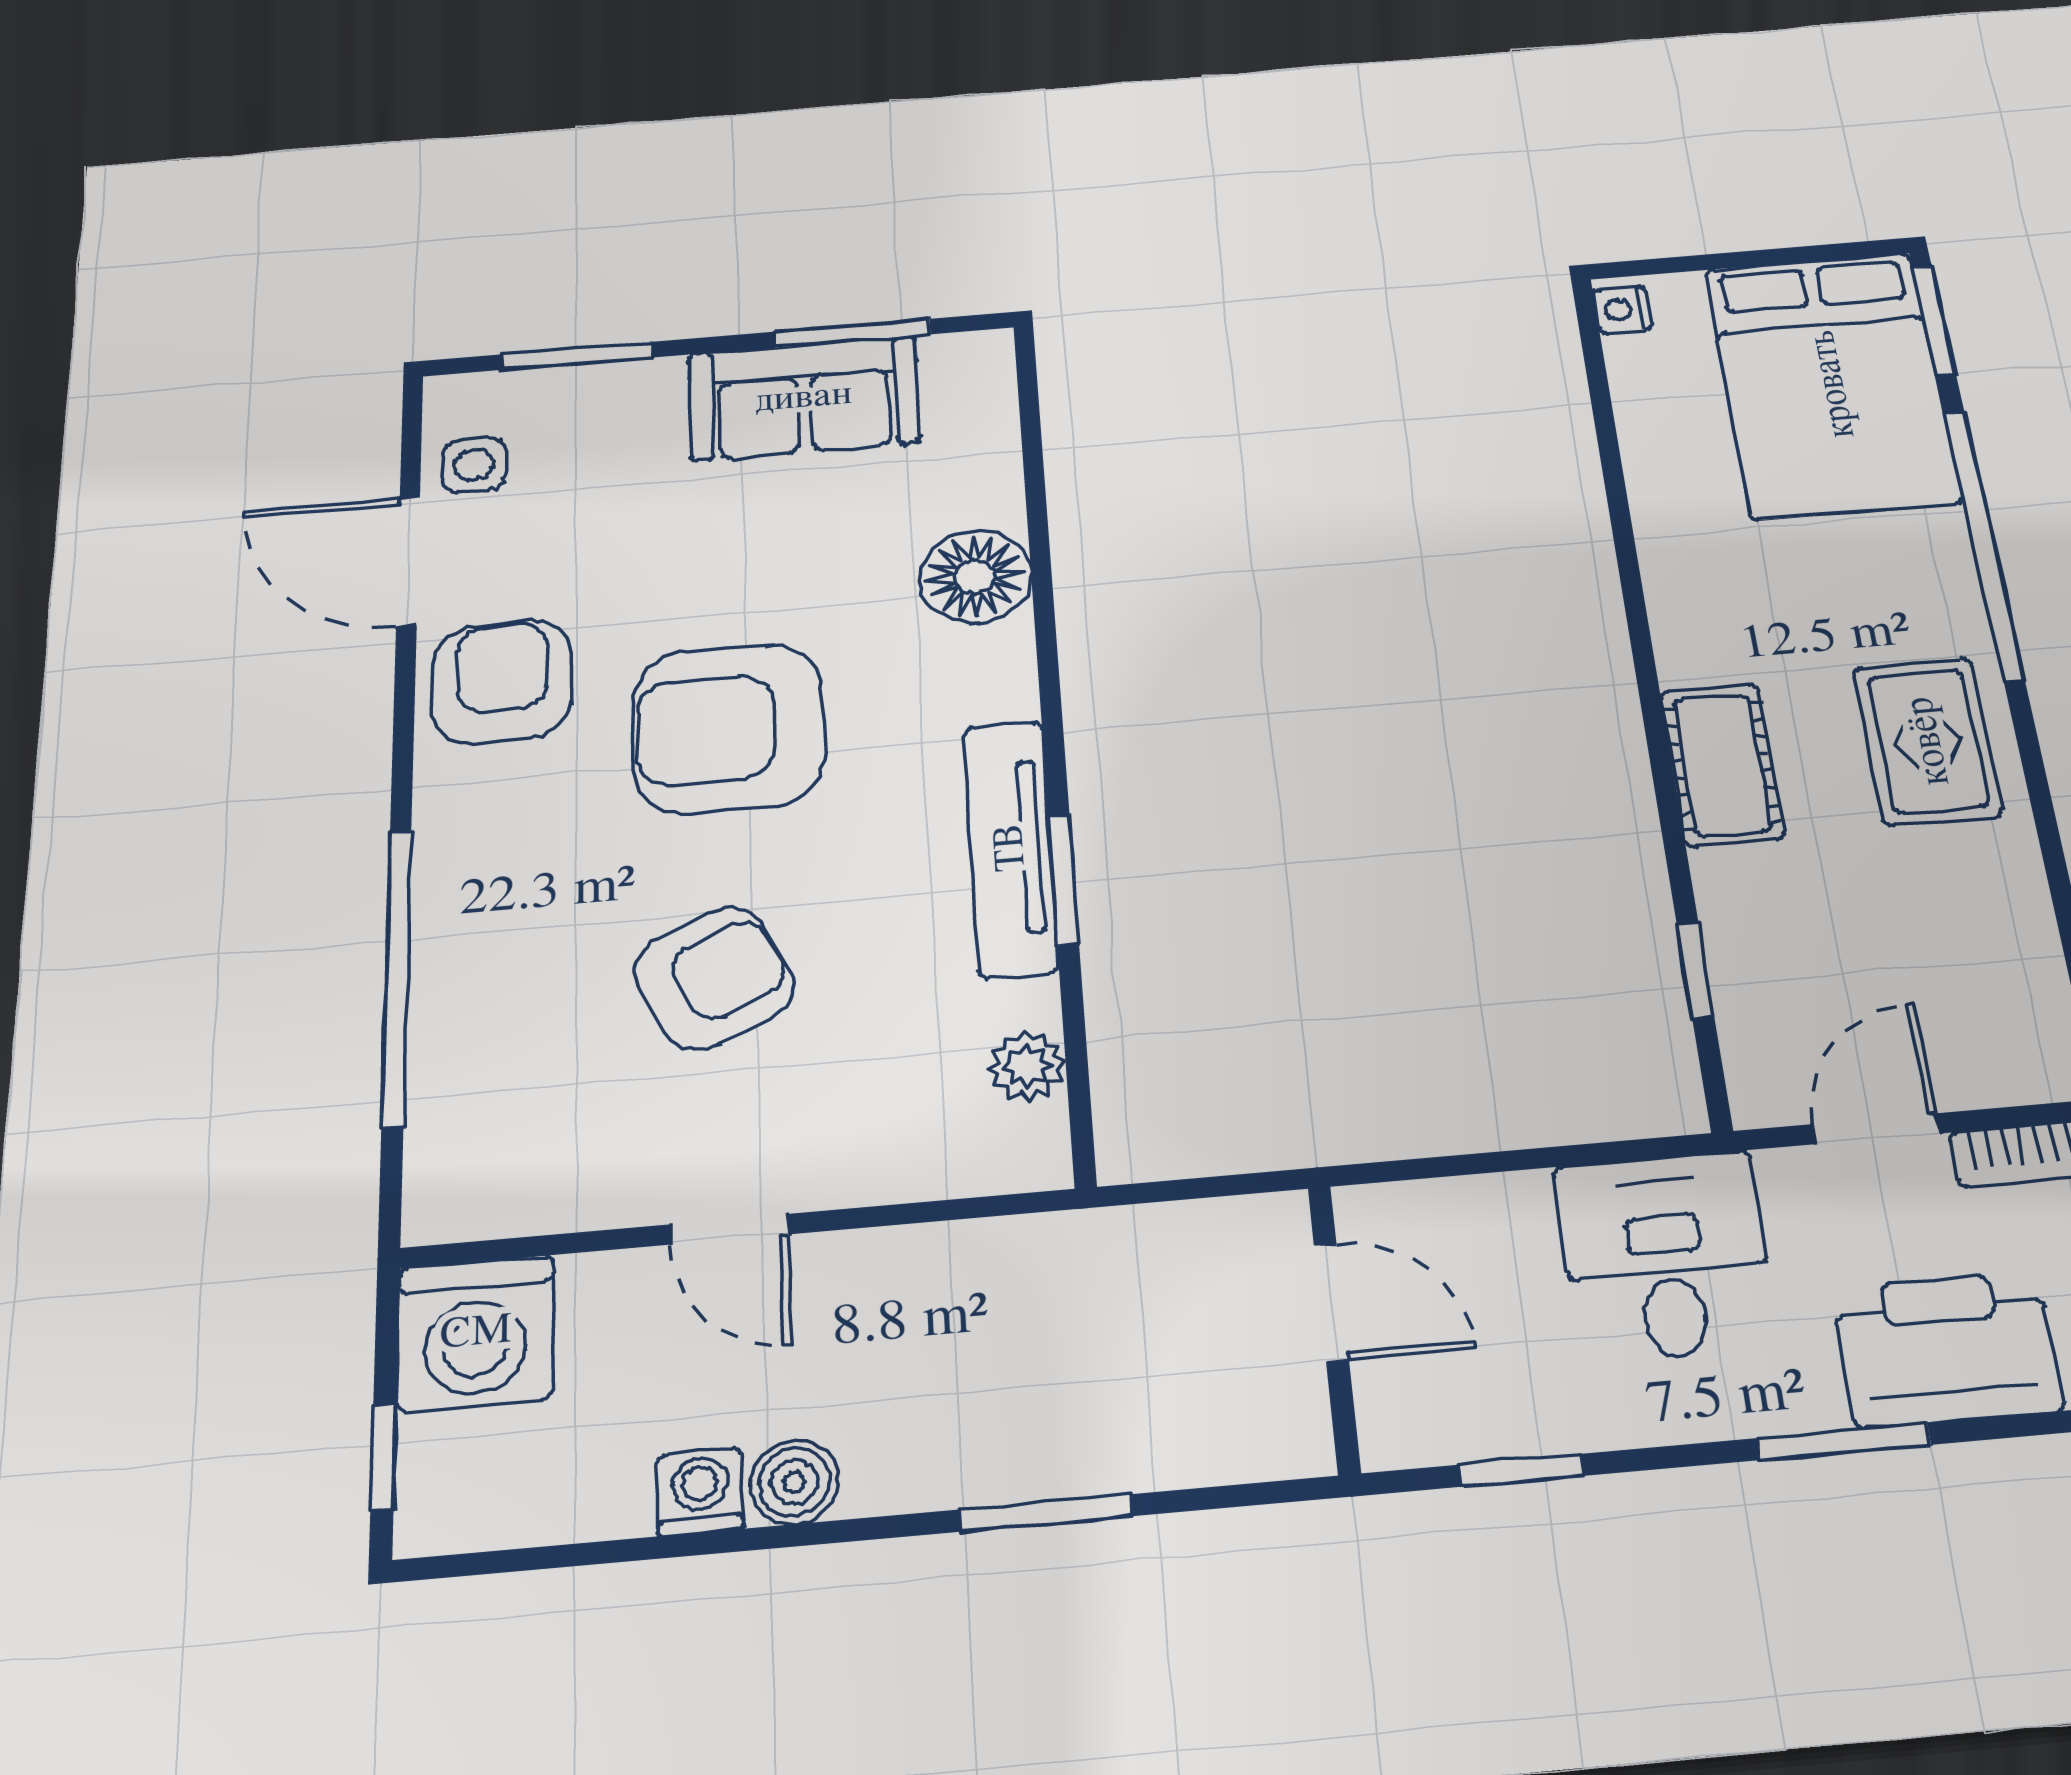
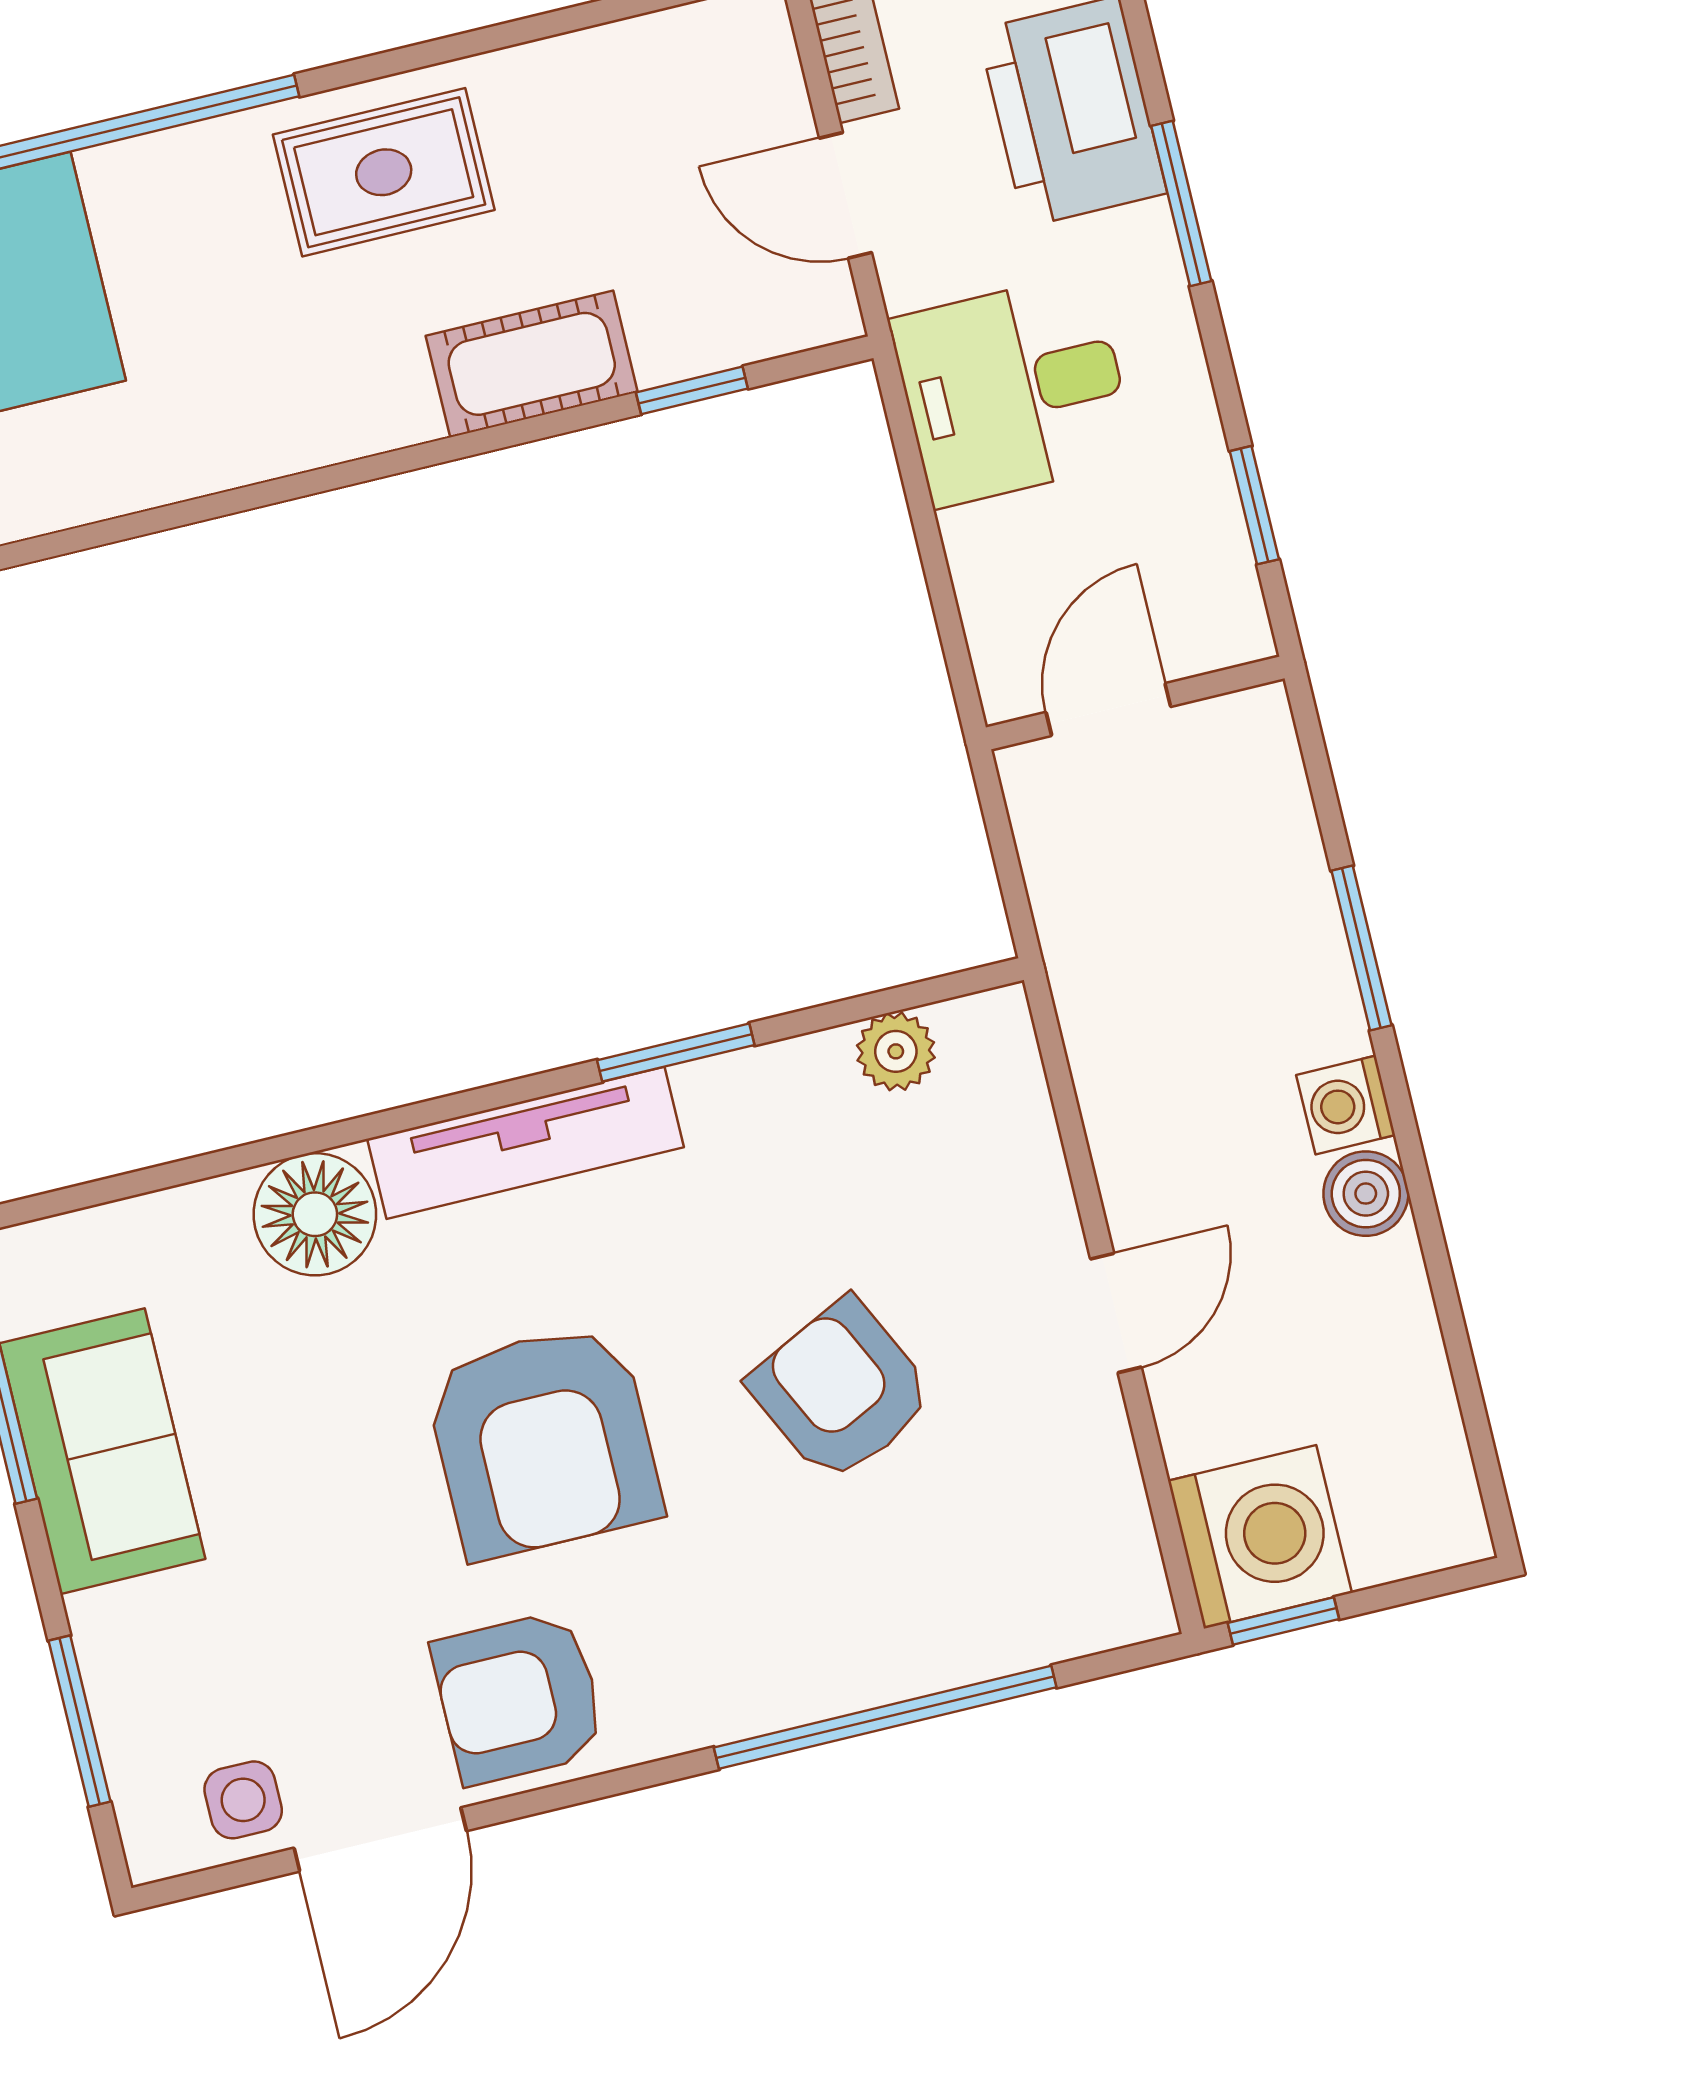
cot: (1722, 765) -> (532, 364), moved
tv unit: (1011, 848) -> (526, 1143), moved
window: (383, 1457) -> (1283, 1621), moved
washing machine: (700, 1492) -> (1346, 1105), moved

